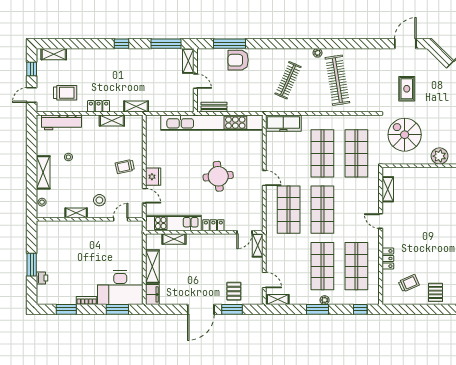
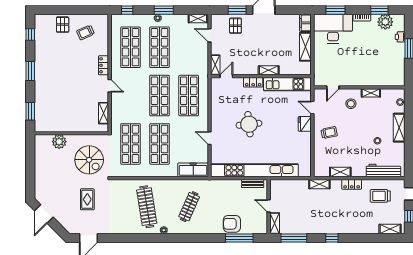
armchair: (238, 60) -> (232, 224), turned 180
door: (264, 178) -> (209, 138), moved
shelving: (174, 239) -> (269, 70), moved
locker: (388, 259) -> (103, 65), moved
plant: (59, 296) -> (385, 22), added

